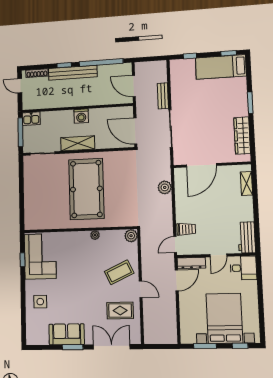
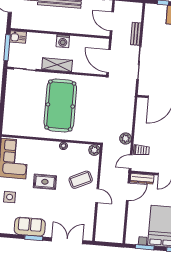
plant: (165, 187) -> (126, 139), moved
rug: (120, 310) -> (45, 182), moved

